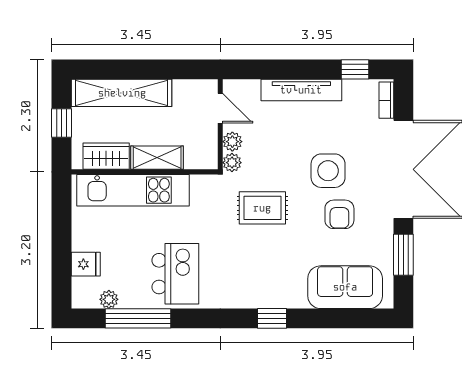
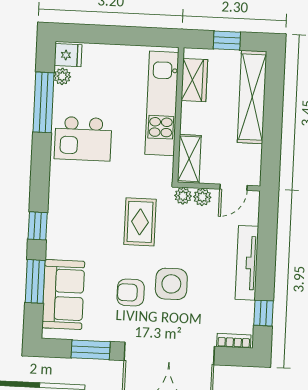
shelving: (157, 158) -> (189, 159), moved
fridge: (86, 264) -> (68, 55), moved, turned -90
window: (332, 318) -> (35, 281), added

